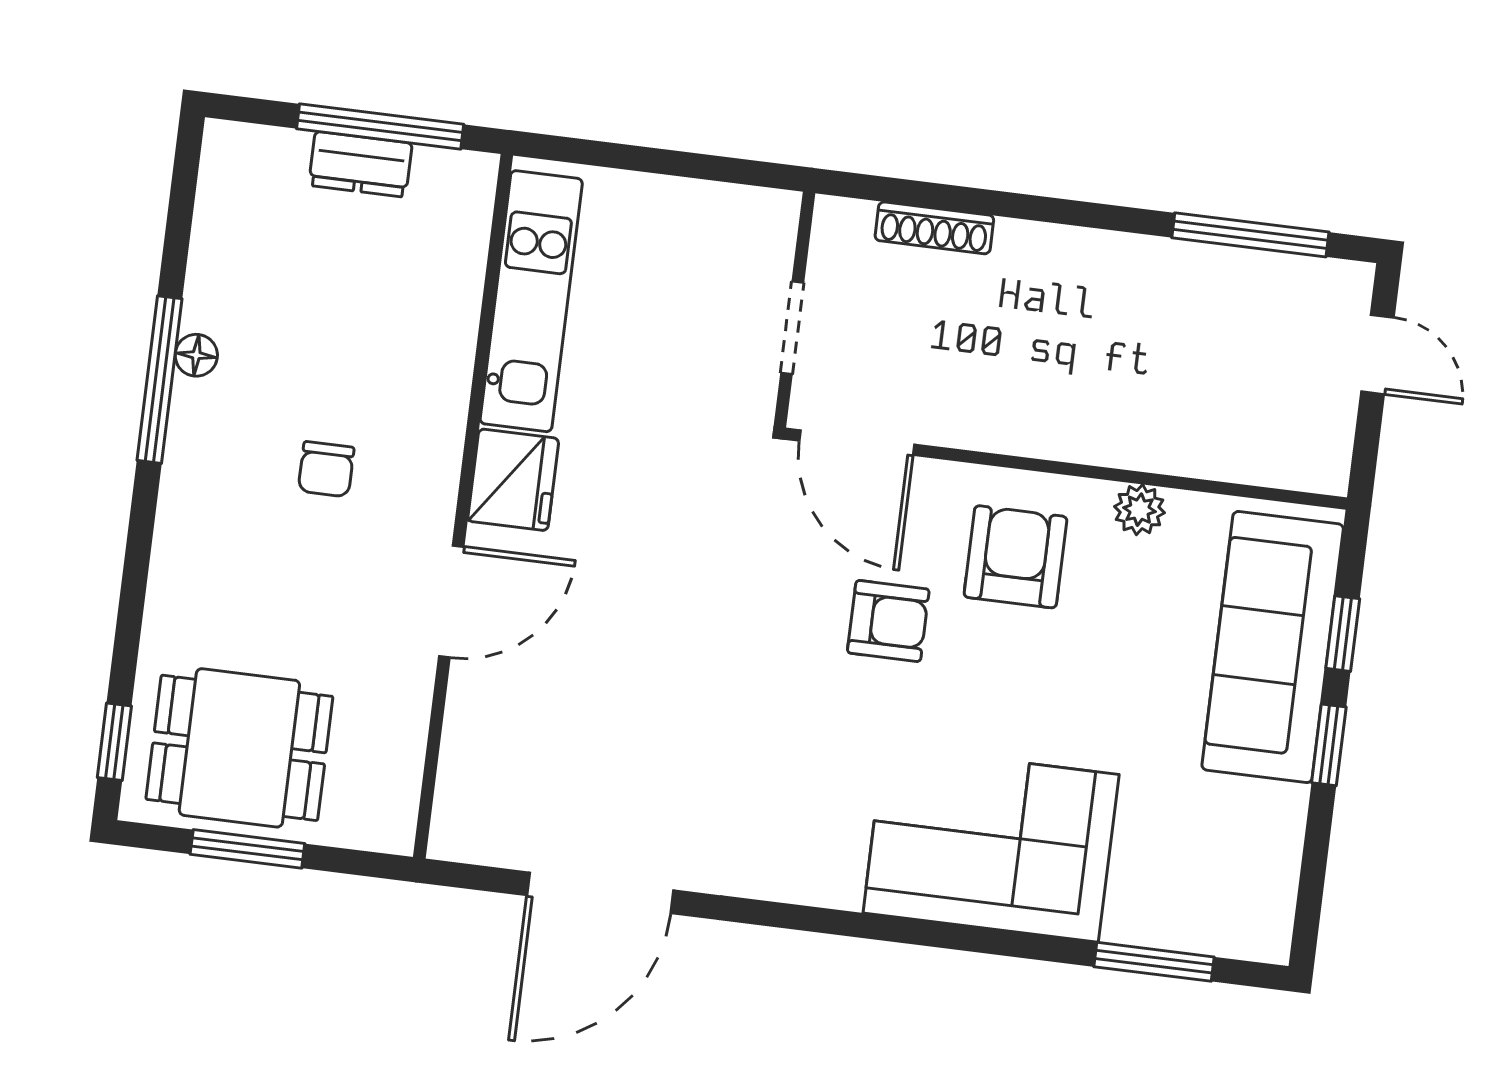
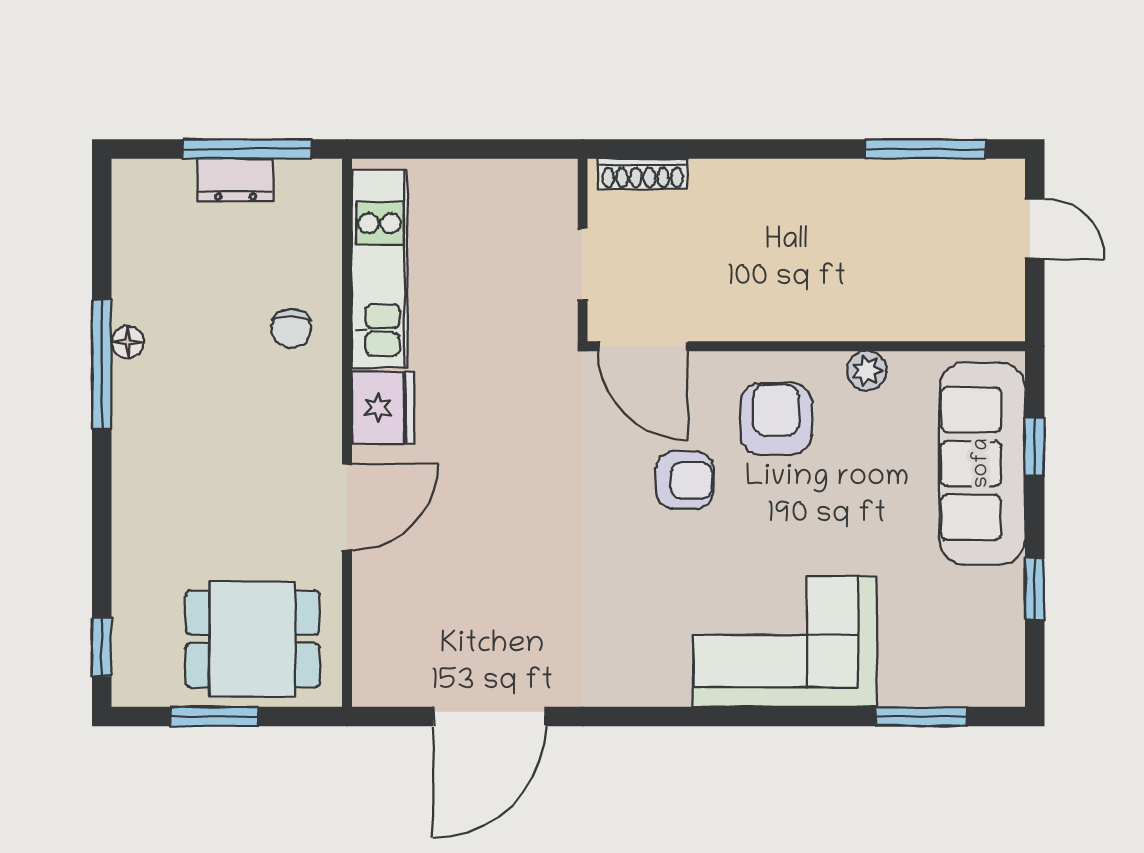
shoe rack: (934, 228) -> (643, 174), moved
chair: (326, 469) -> (291, 328), moved
window: (1329, 745) -> (1035, 589), moved
dining table: (239, 748) -> (253, 639), moved

